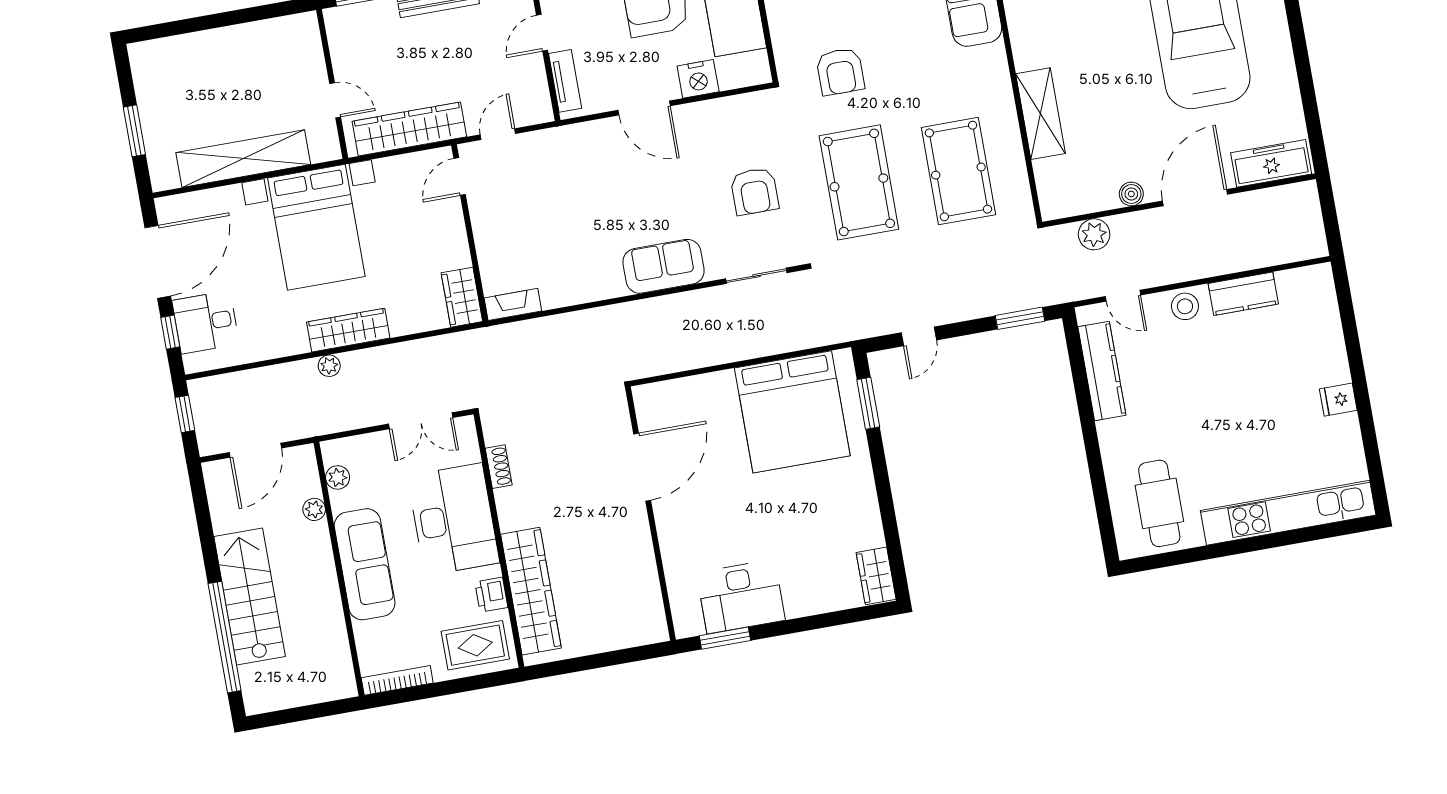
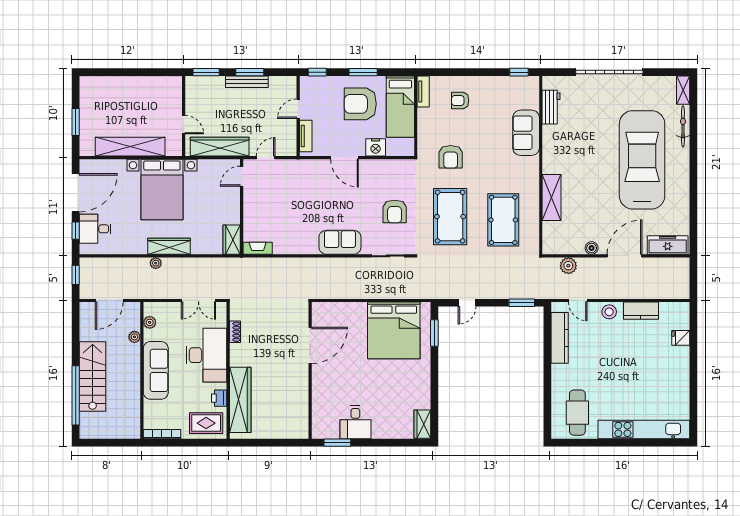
fridge: (1338, 400) -> (681, 338), moved
desk: (741, 597) -> (355, 422), width x0.73

